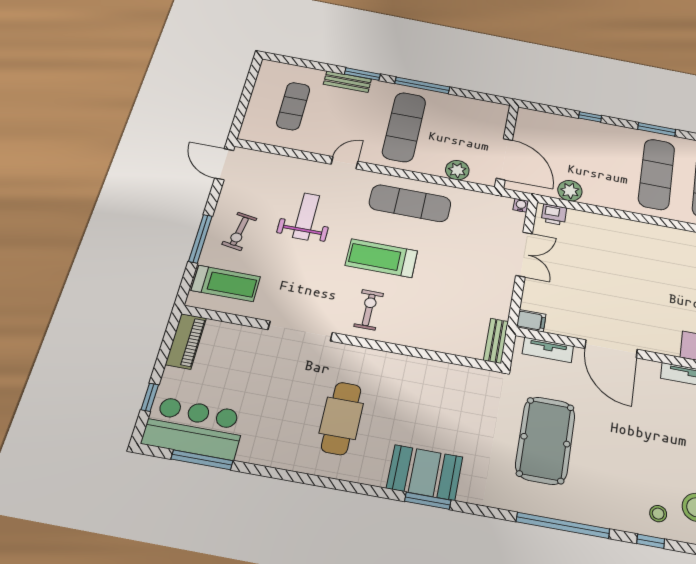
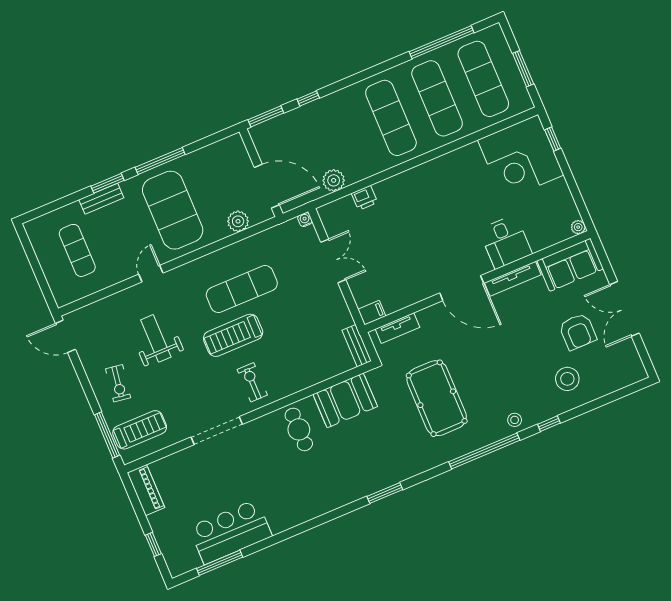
exercise mat: (404, 127) -> (173, 210), width x1.47
window: (657, 129) -> (266, 116), moved
exercise mat: (410, 203) -> (242, 289), moved
printer: (554, 215) -> (365, 198), moved
window: (200, 239) -> (107, 435), moved
door: (611, 349) -> (462, 288), moved
cafe table: (341, 418) -> (299, 429), moved, width x0.73, depth x0.74
bar counter: (194, 428) -> (231, 532), moved
booth: (425, 473) -> (345, 400), moved
stool: (658, 514) -> (515, 420), moved

